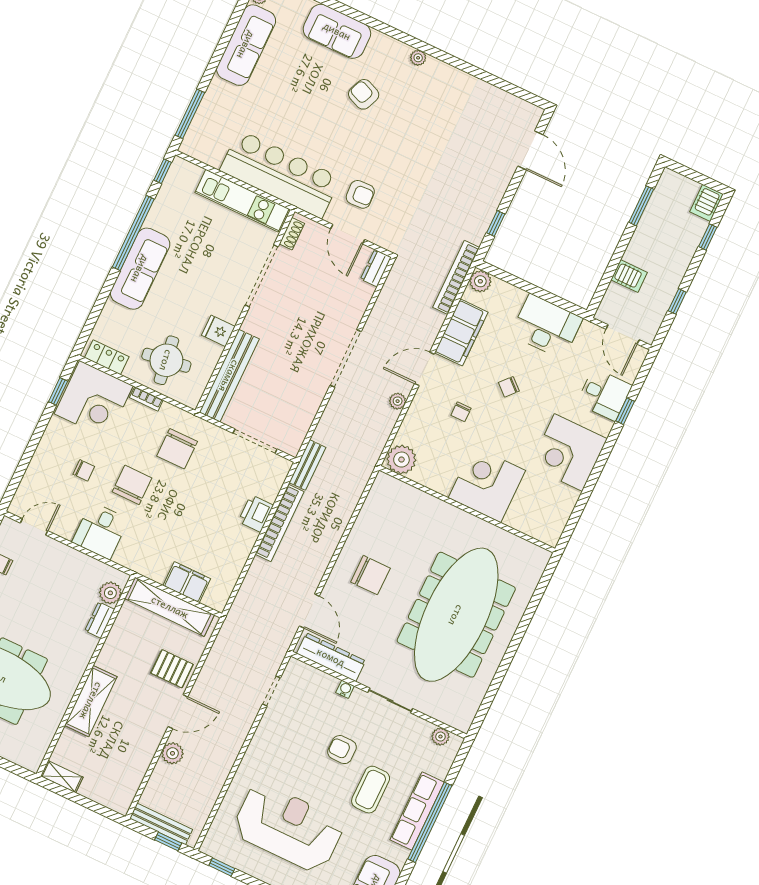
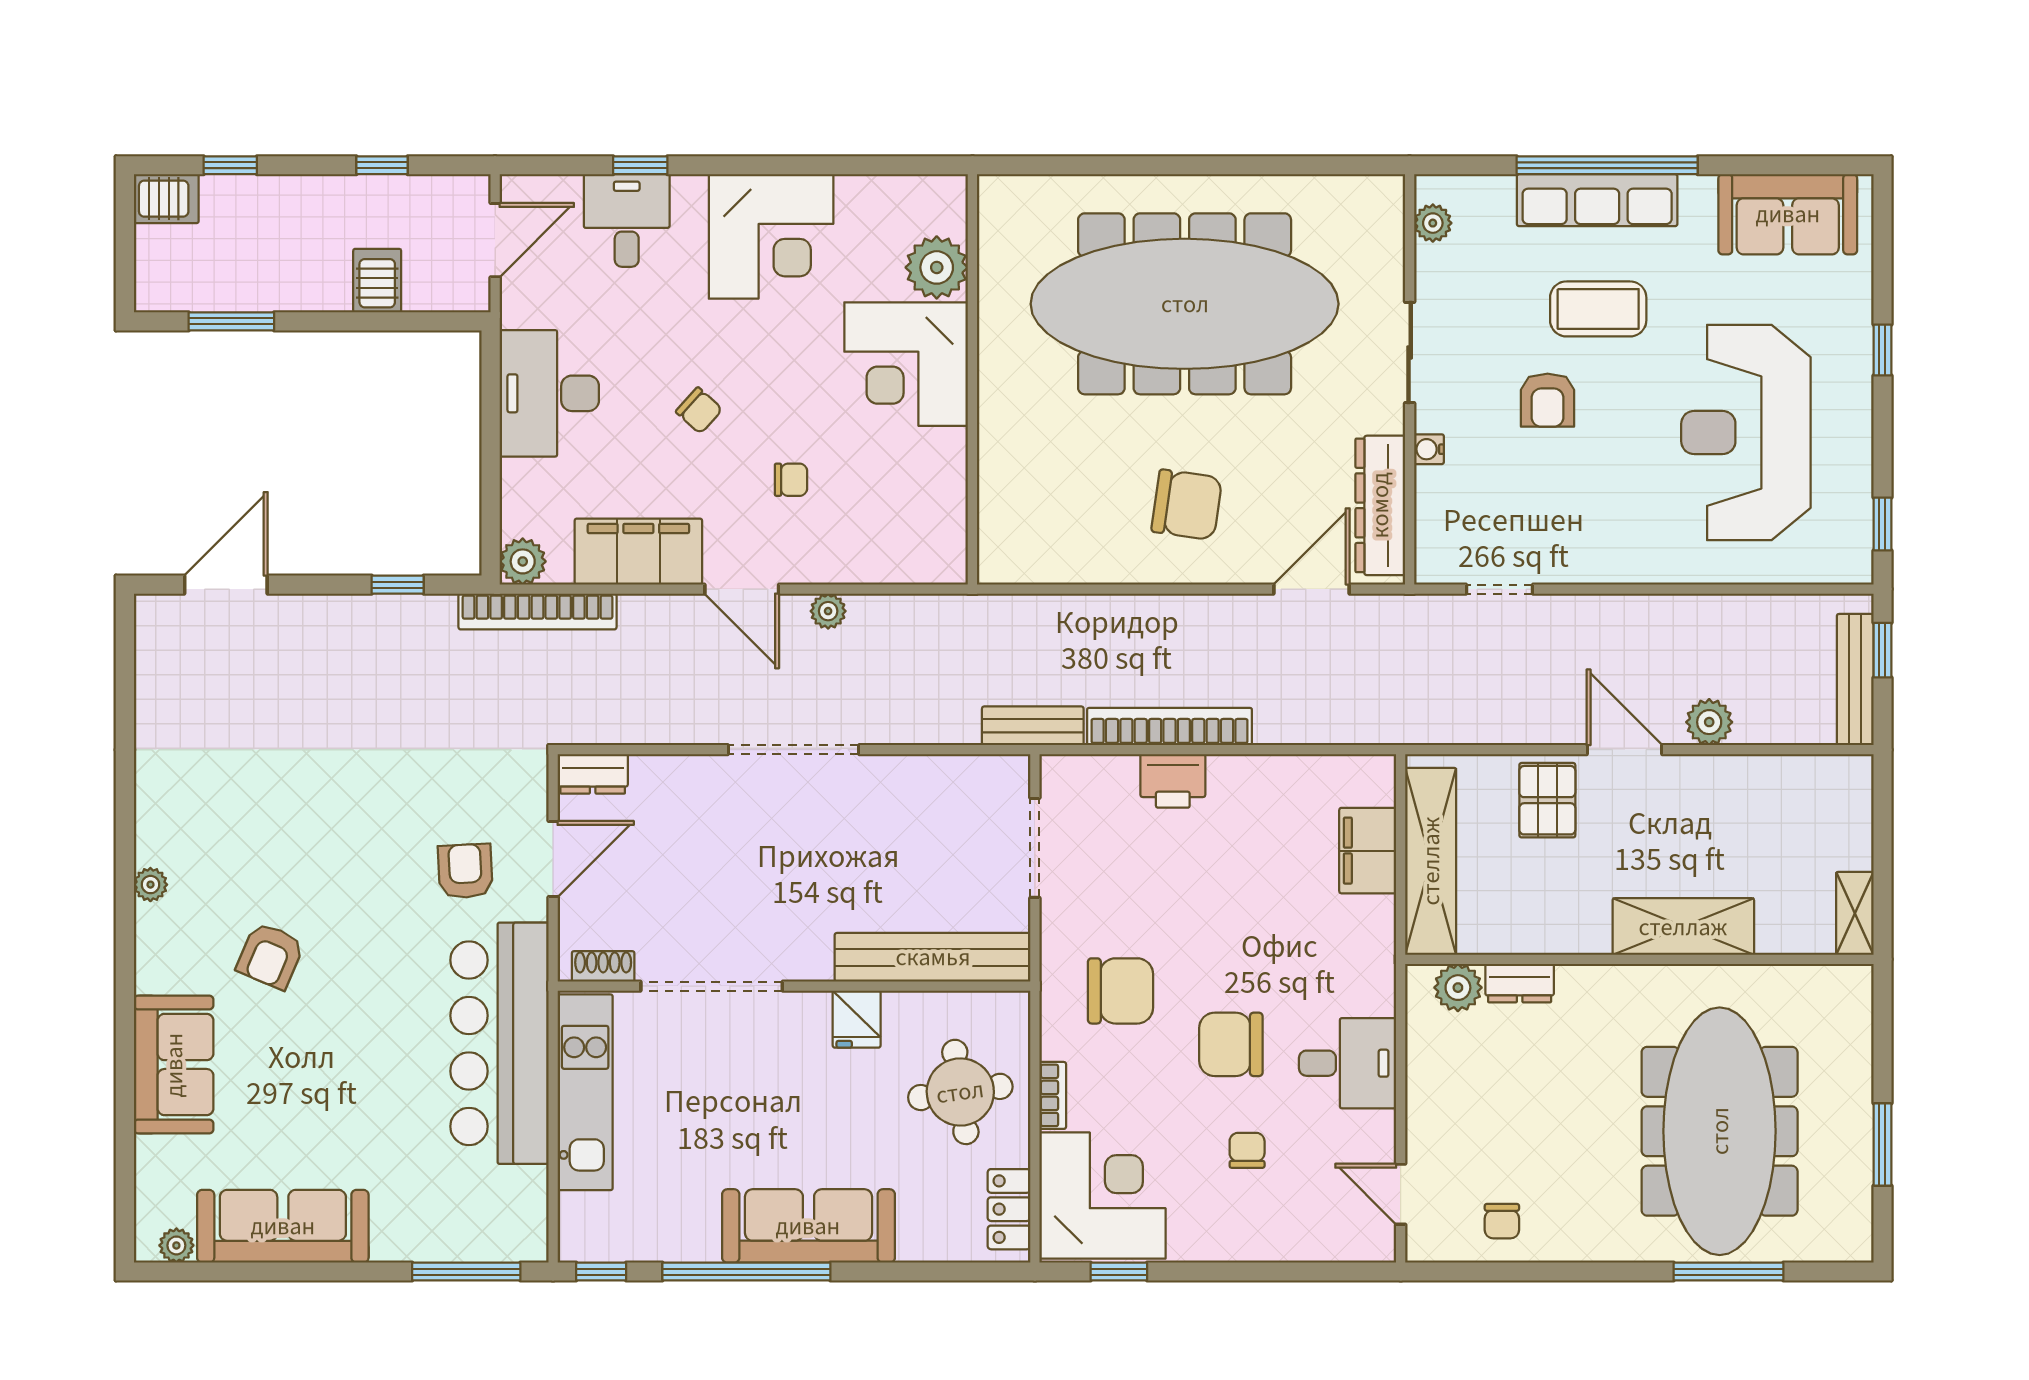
plant: (401, 460) -> (937, 267), moved
chair: (370, 575) -> (1187, 505), turned 98

